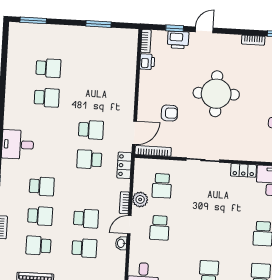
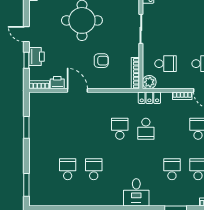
armchair: (169, 113) -> (101, 61), turned 90
door: (134, 133) -> (77, 90), moved
plant: (140, 199) -> (149, 82), moved

